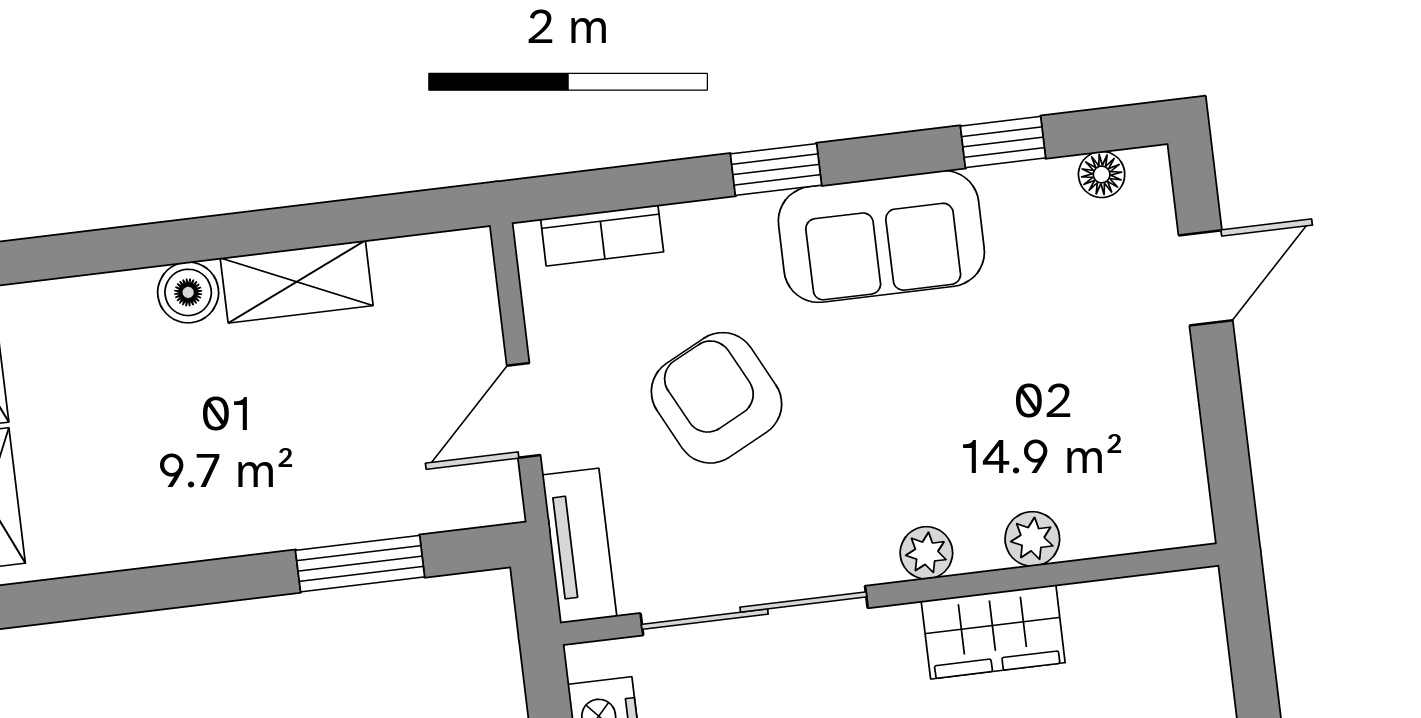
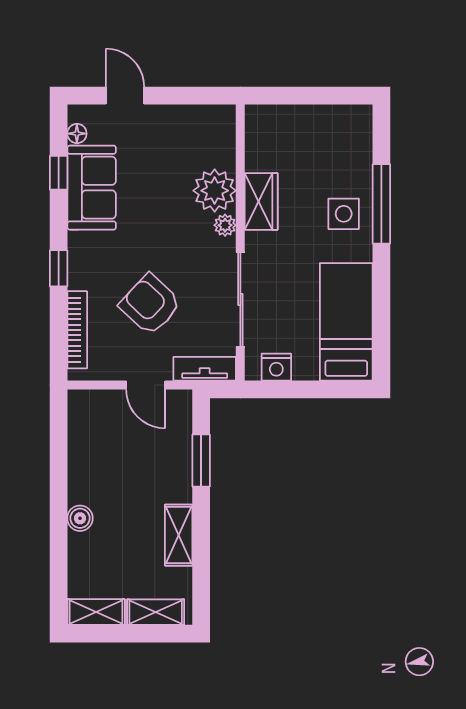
bookcase: (602, 235) -> (77, 330), width x1.56
sofa: (881, 237) -> (92, 188), moved
shelving: (297, 282) -> (179, 535), moved
armchair: (716, 398) -> (150, 304), turned 70
plant: (1032, 539) -> (215, 191), width x1.88, depth x1.88

